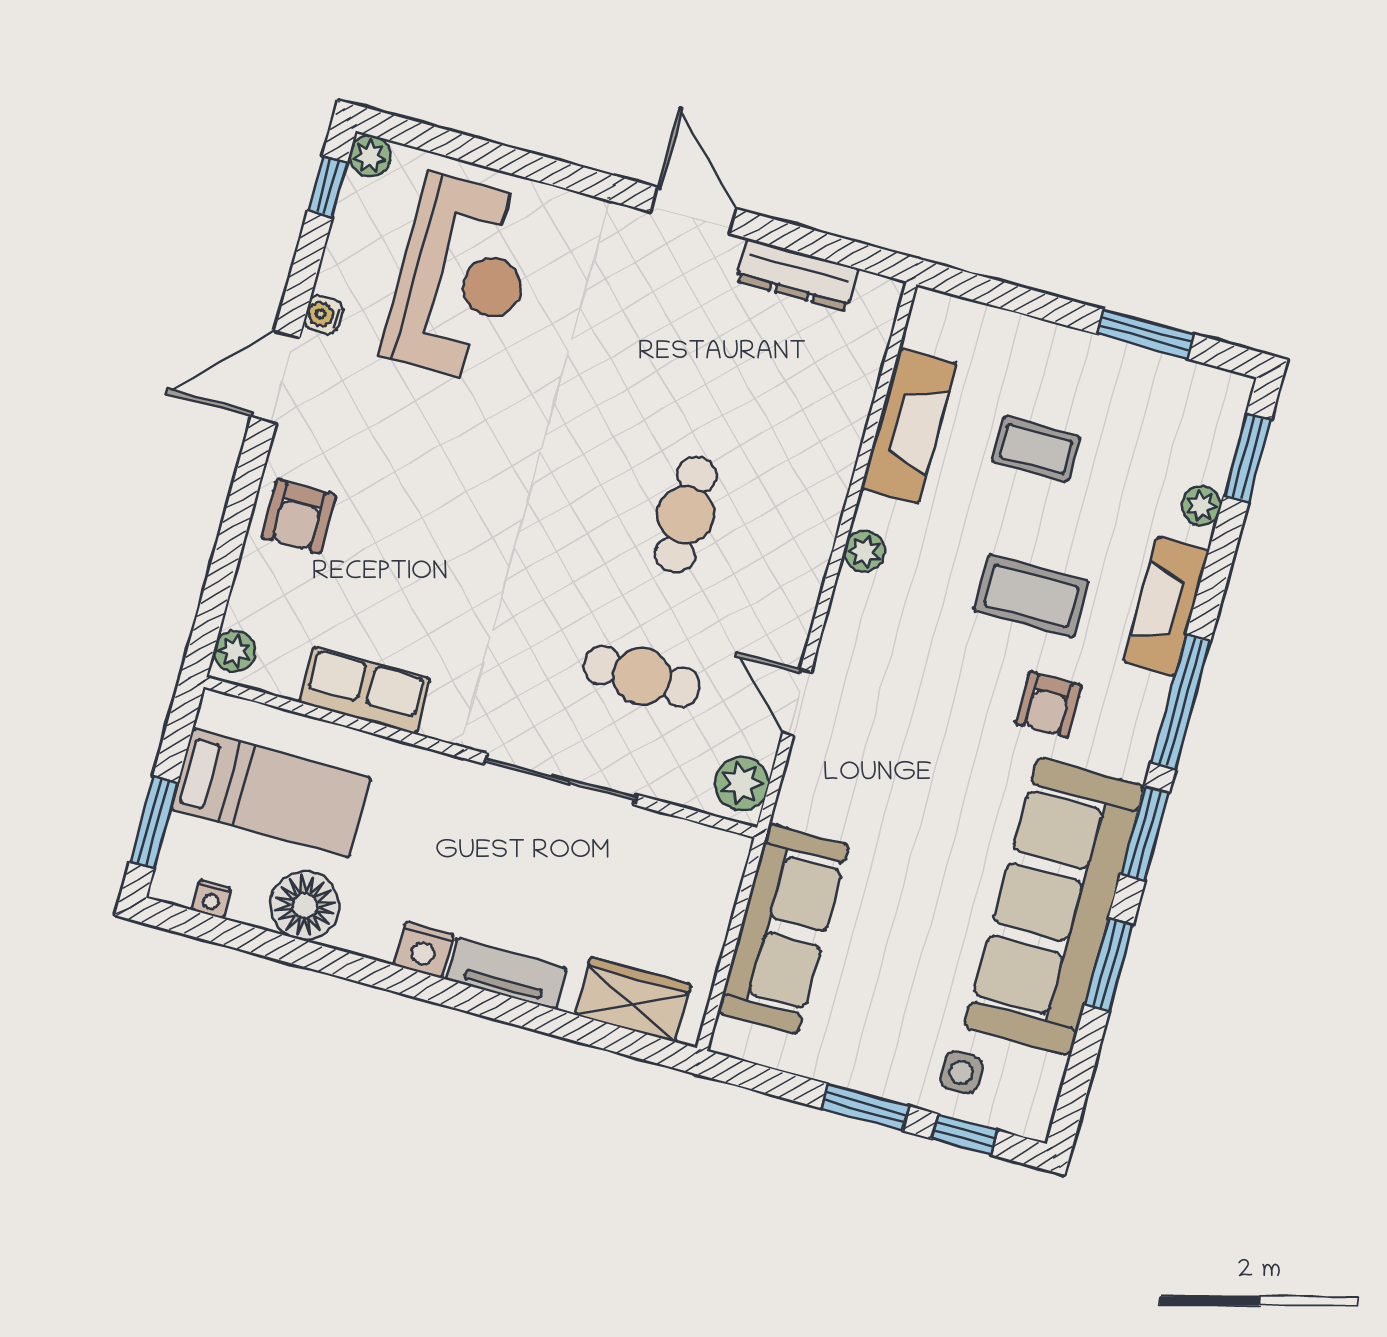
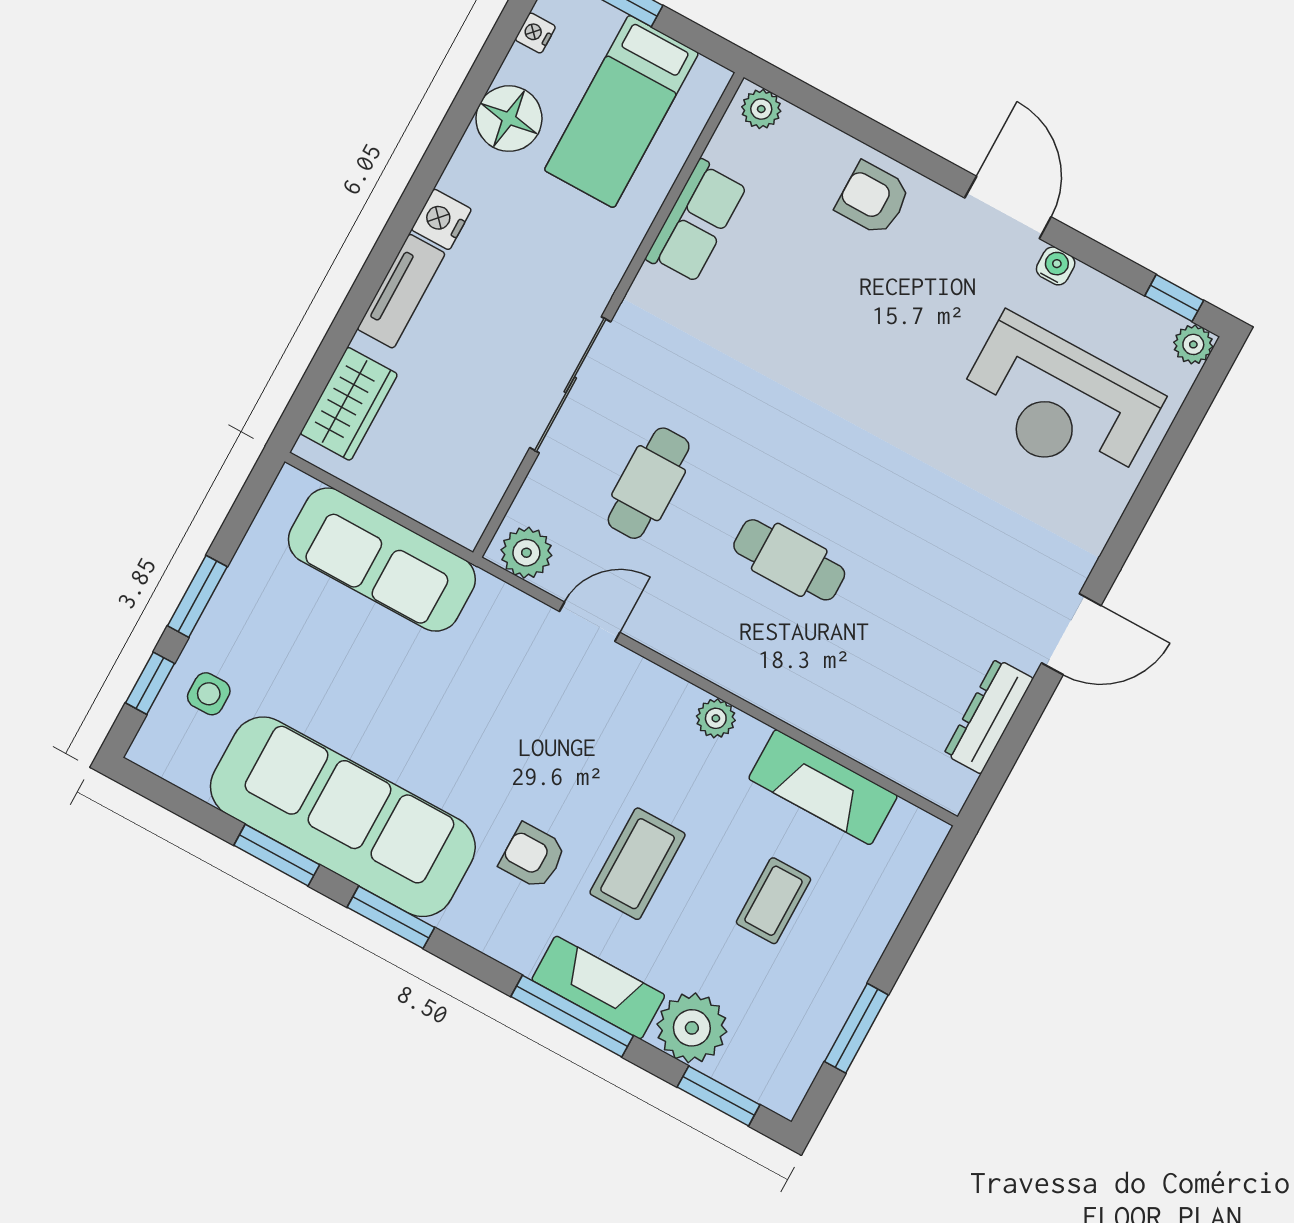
plant: (1201, 506) -> (692, 1028), width x1.87, depth x1.87
window: (1181, 702) -> (572, 1016), moved

